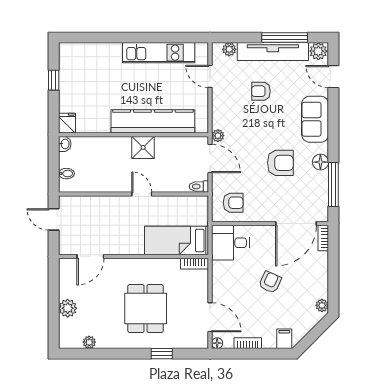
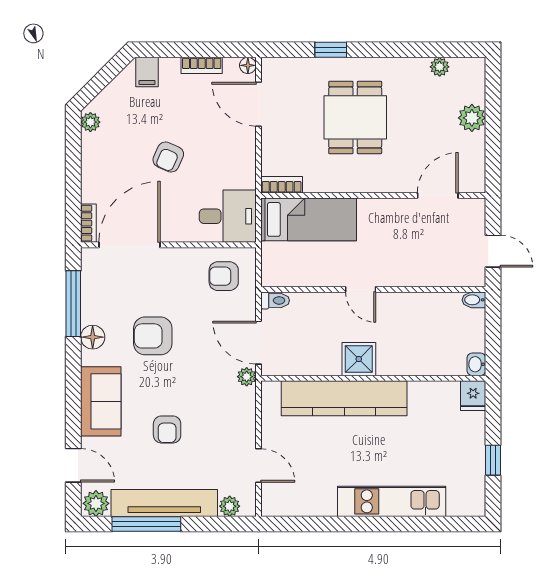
kitchen unit: (159, 53) -> (392, 501), moved
armchair: (261, 91) -> (167, 429), moved, turned 90
bidet: (66, 174) -> (474, 300), moved

